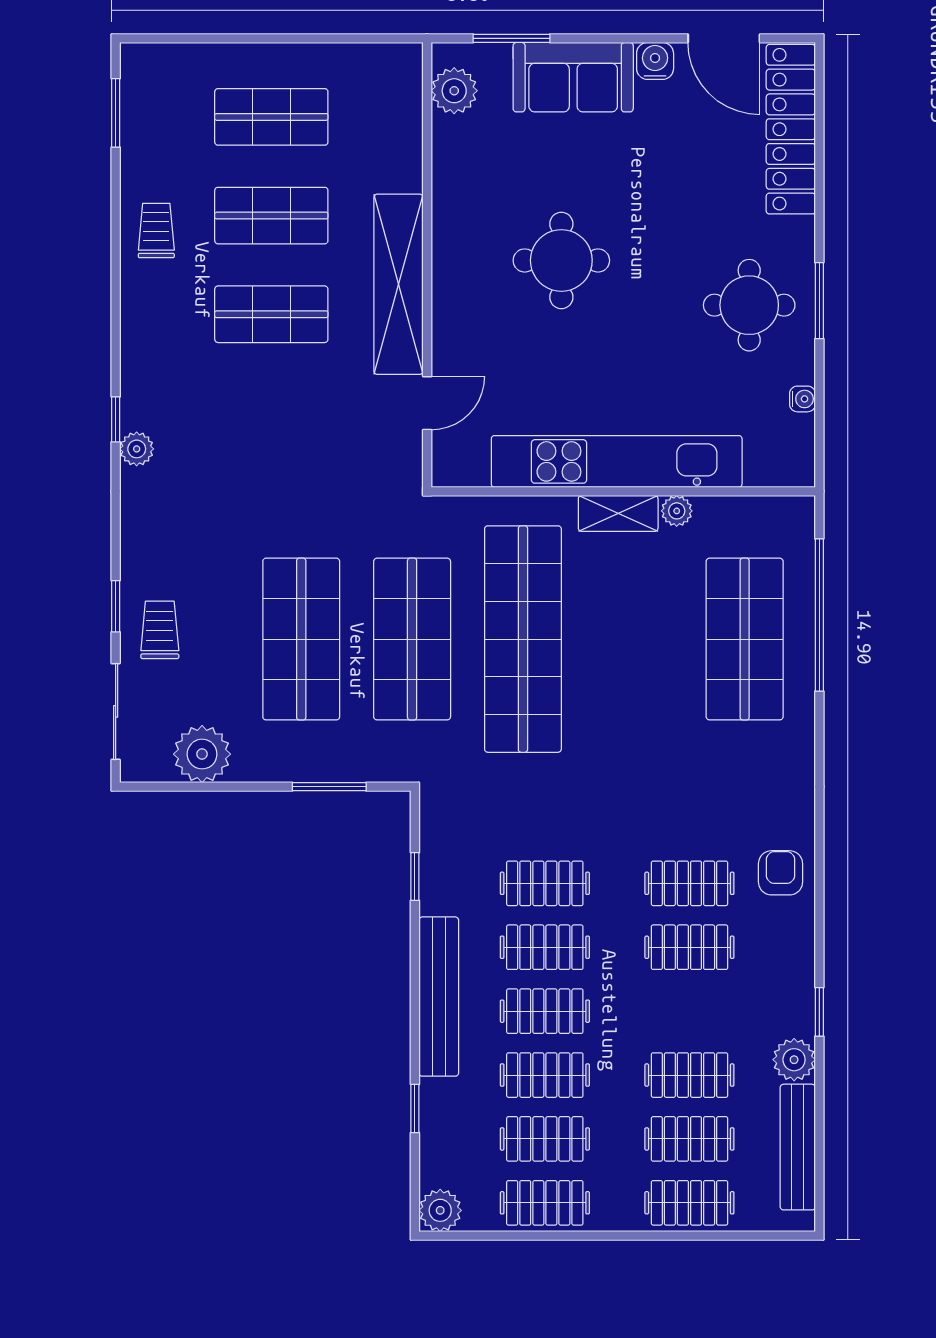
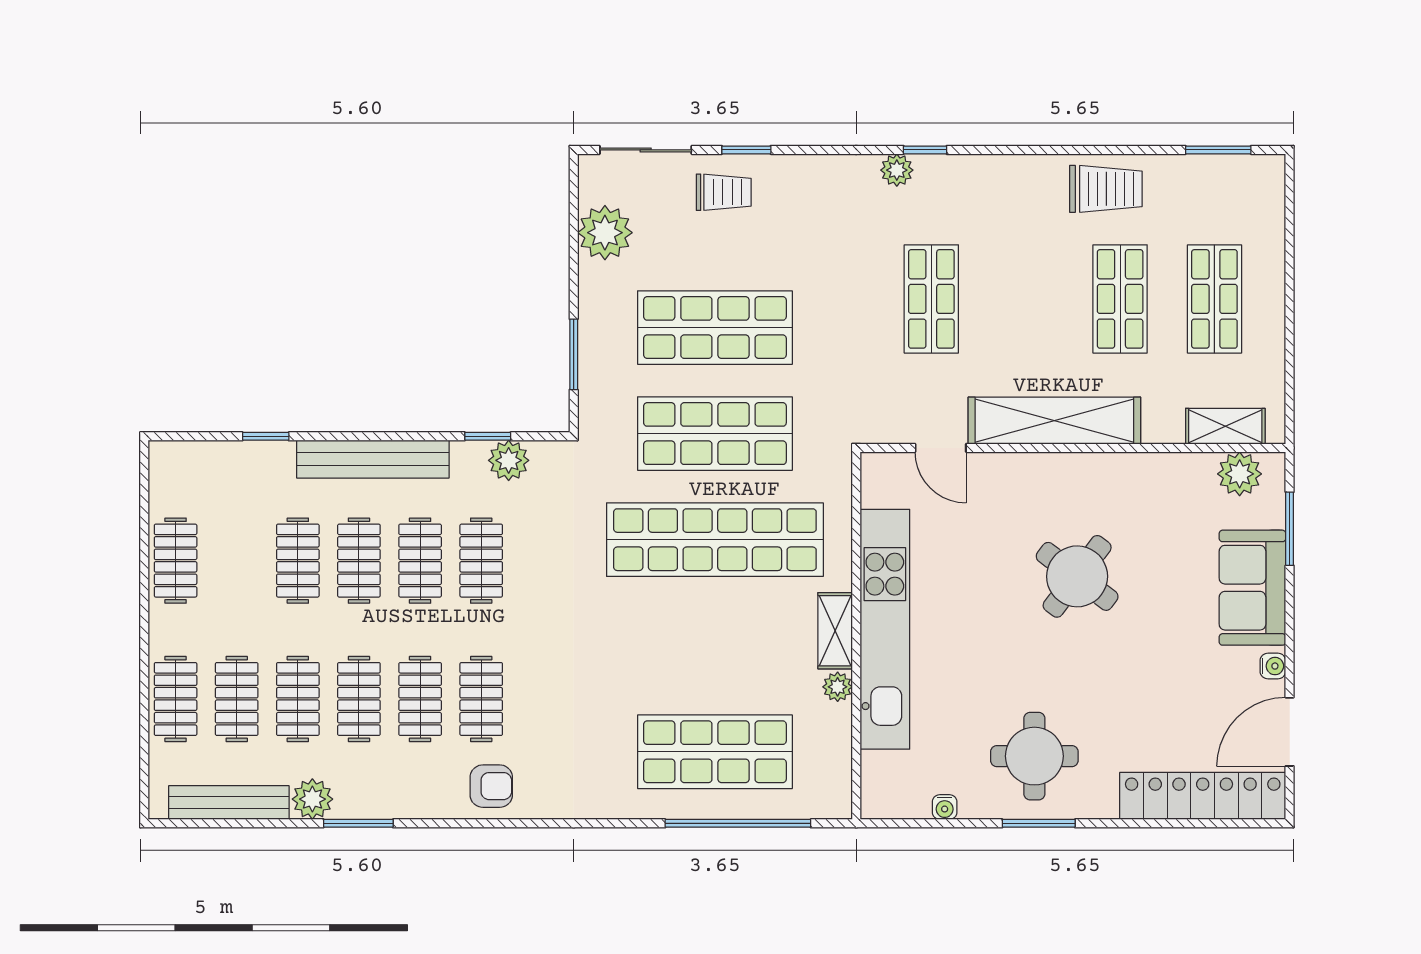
water cooler: (655, 61) -> (1273, 666), width x0.72, depth x0.72
shelving: (404, 106) -> (1225, 426), added
trolley: (156, 230) -> (1106, 189), width x1.36, depth x1.39
round table: (561, 260) -> (1077, 576), turned 37
shop shelf: (271, 314) -> (931, 299), moved
window: (819, 1012) -> (358, 823), width x1.50
clothes rail: (545, 1139) -> (359, 699), moved
plant: (440, 1210) -> (509, 460), moved

